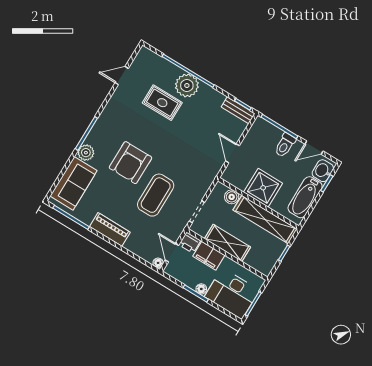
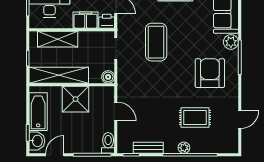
plant: (187, 85) -> (184, 148), width x0.53, depth x0.53
bench: (238, 110) -> (148, 148), moved
toilet: (285, 145) -> (108, 143), moved
armchair: (130, 163) -> (210, 73), moved
boiler: (232, 197) -> (108, 77), moved
shelving: (228, 243) -> (58, 39), moved

